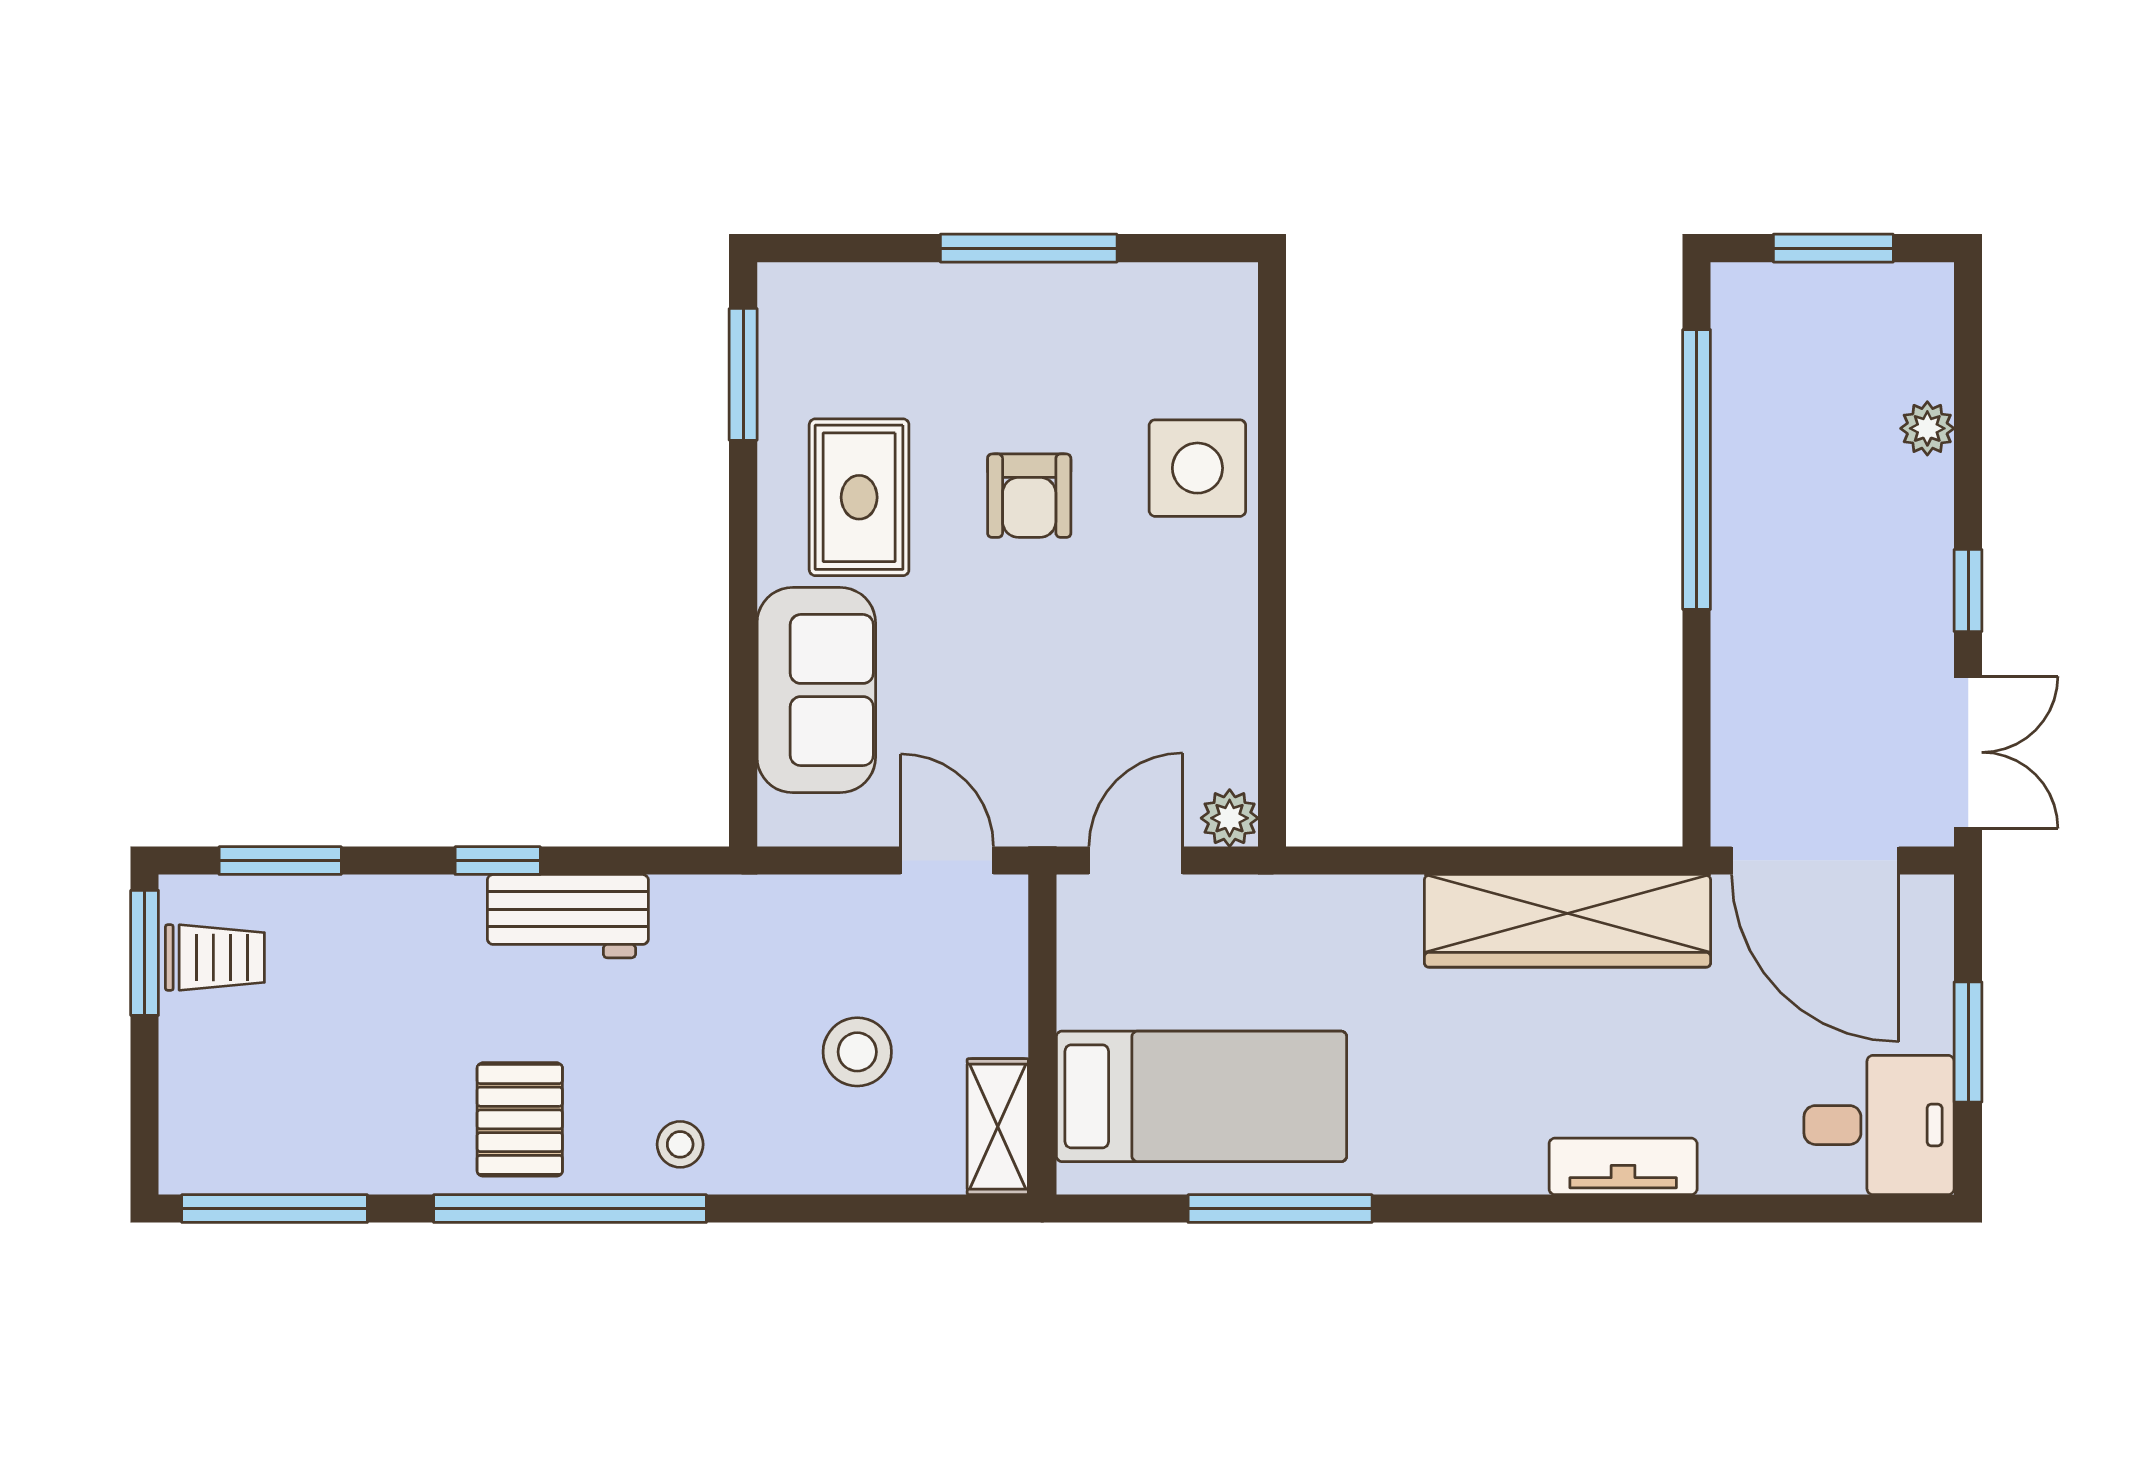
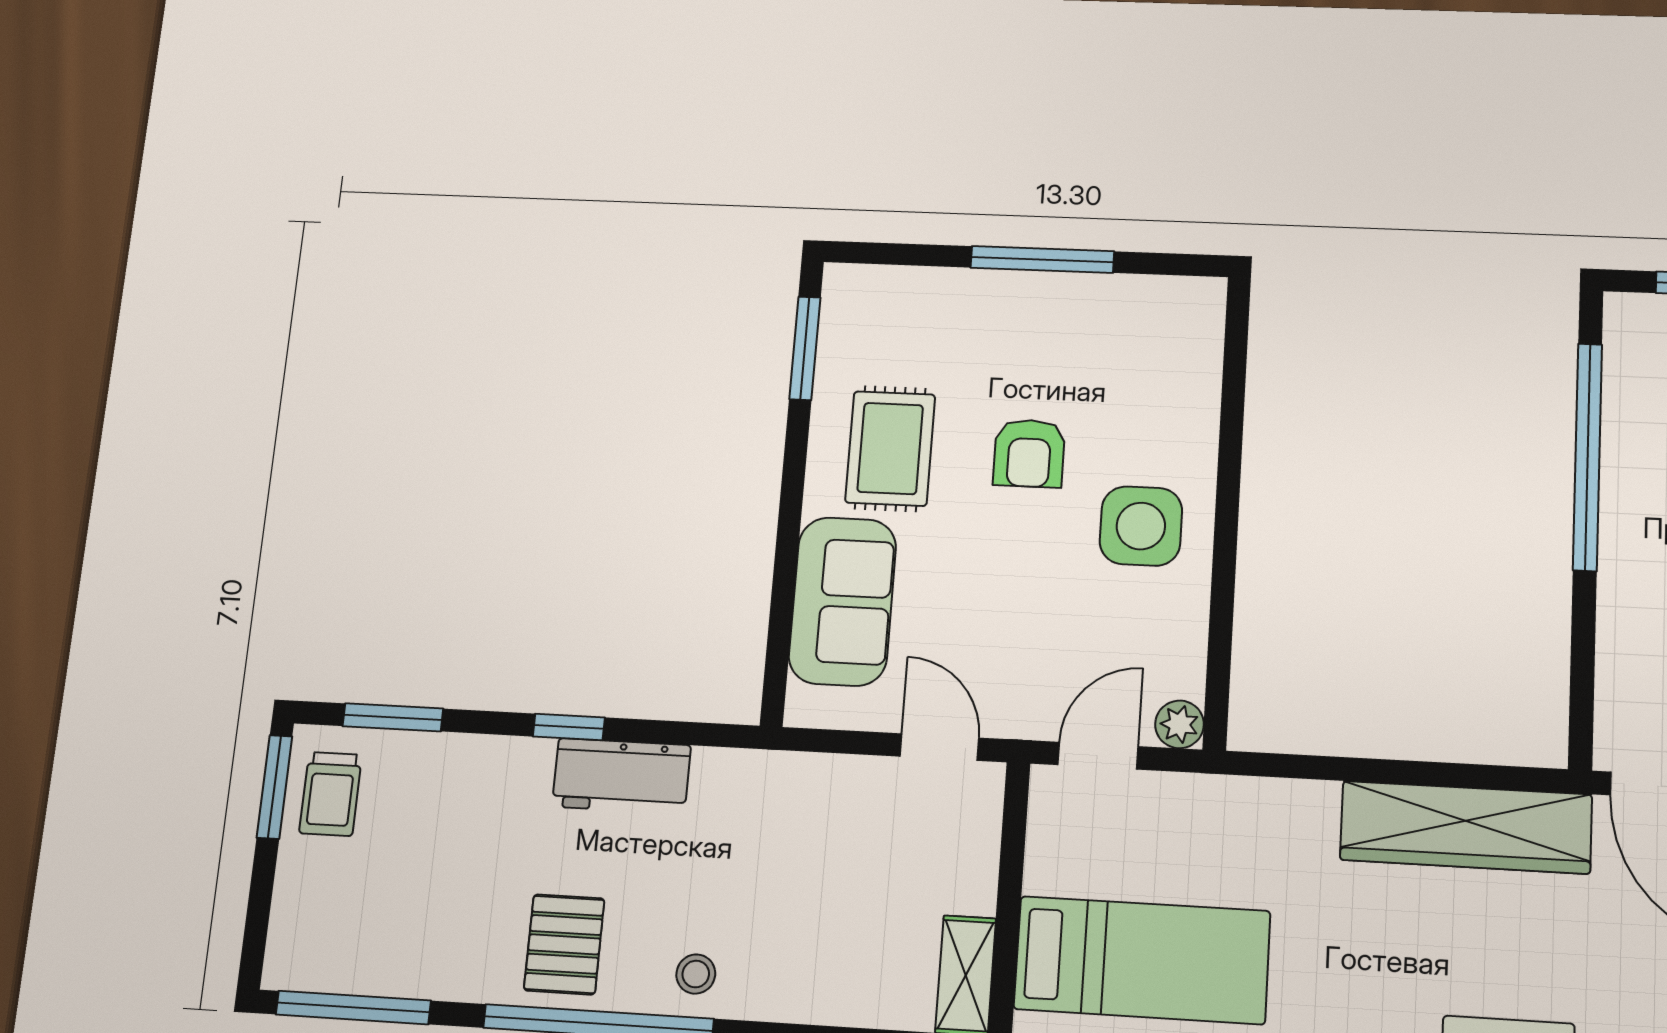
side table: (1197, 468) -> (1141, 526), moved
trolley: (215, 957) -> (331, 794), turned 90
stool: (857, 1052) -> (851, 904), removed

